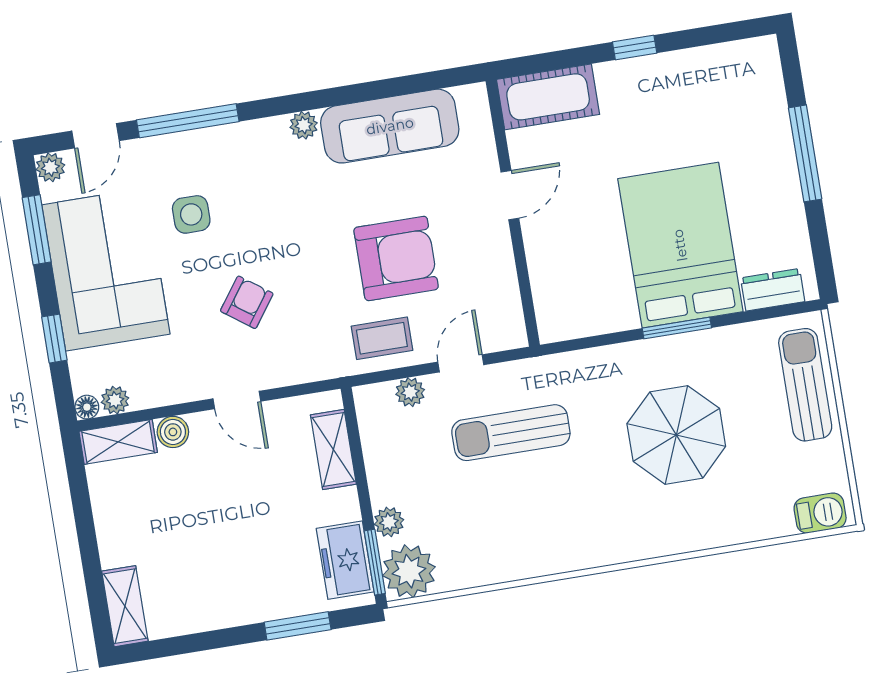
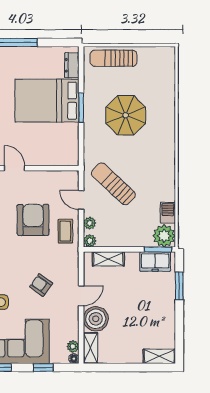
boiler: (173, 432) -> (96, 319), width x1.86, depth x1.86
sun lounger: (511, 433) -> (113, 184), turned 133
barbecue: (820, 513) -> (168, 213), moved
plant: (389, 522) -> (90, 241), moved

